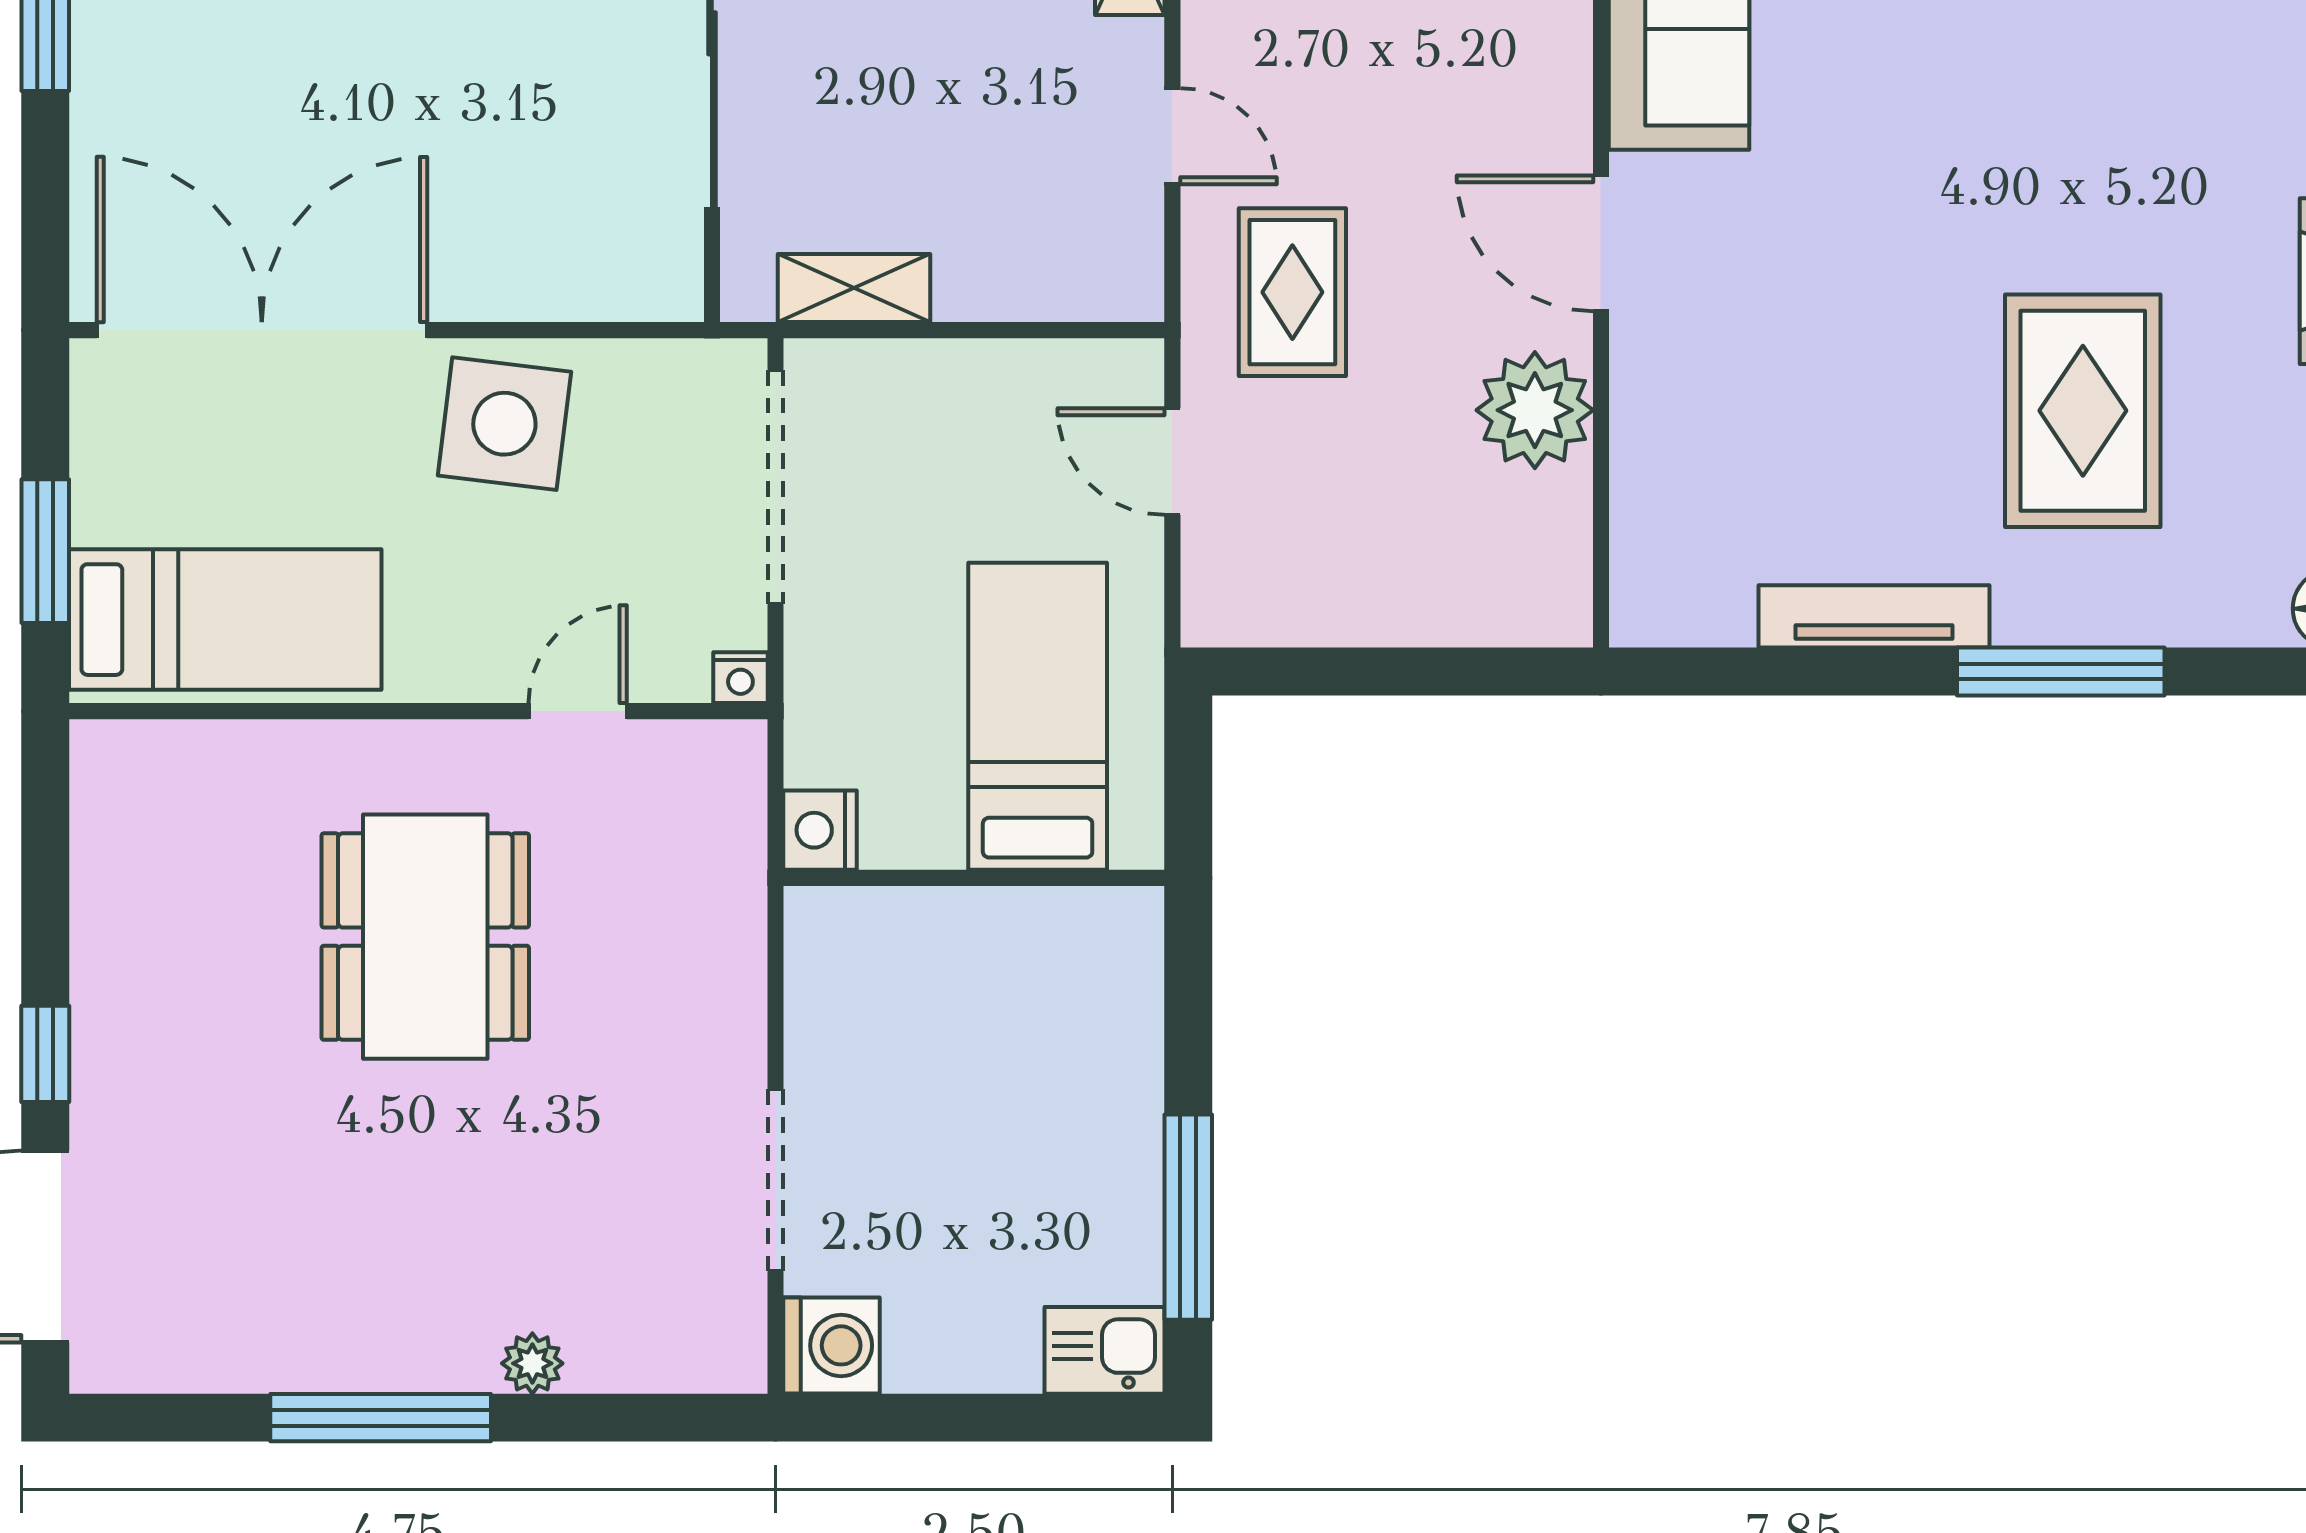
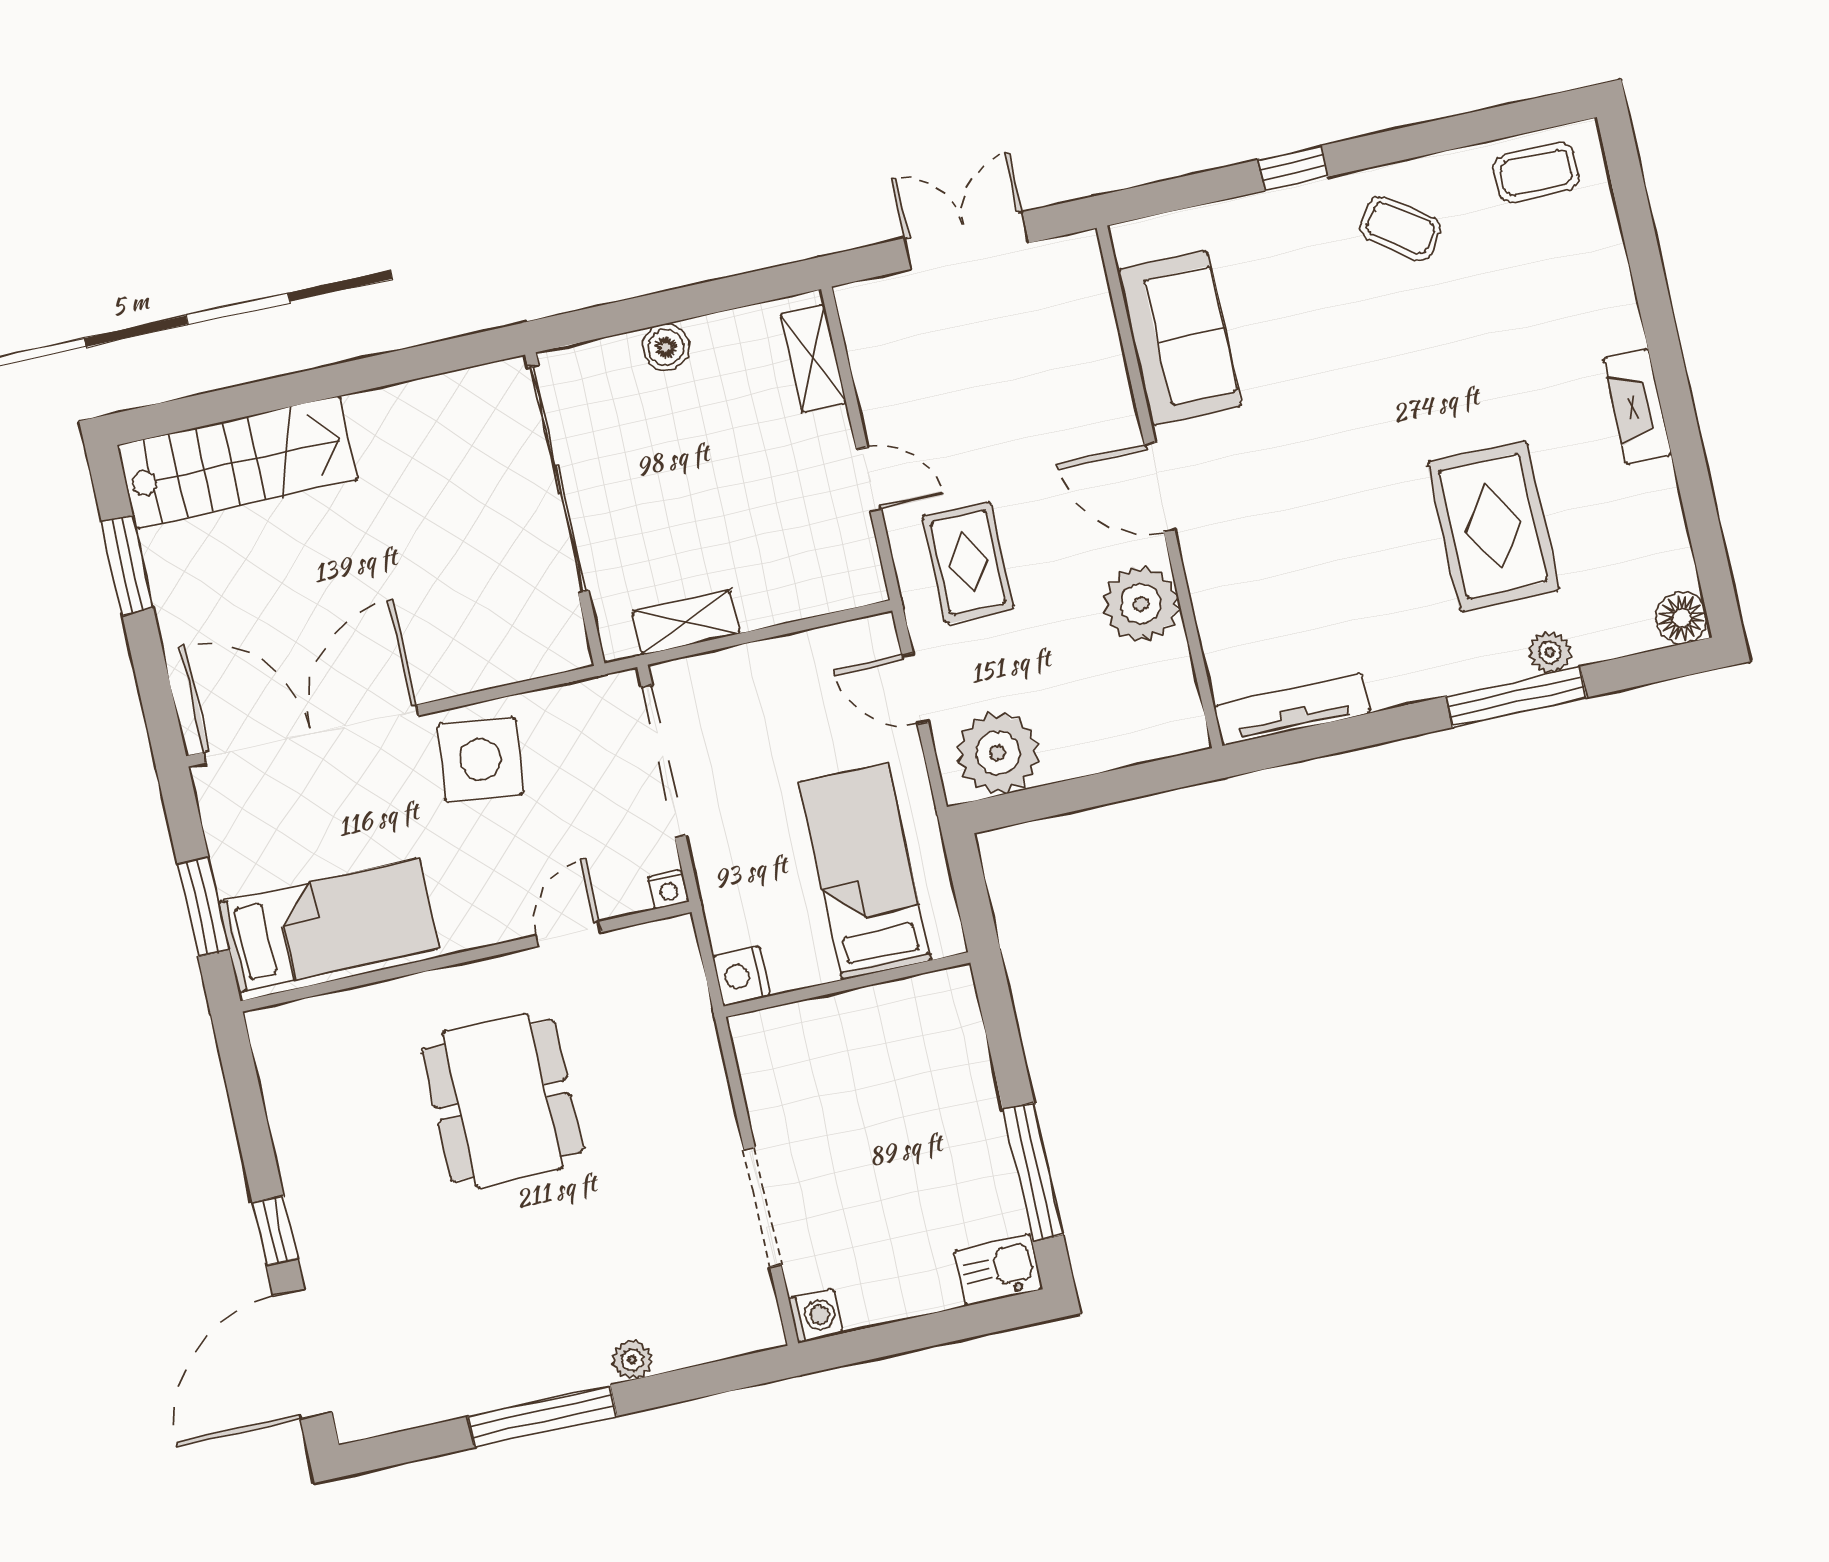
plant: (1274, 584) -> (998, 753), added
tv unit: (1874, 616) -> (1292, 710), moved
plant: (2125, 616) -> (1550, 652), added
washing machine: (832, 1345) -> (815, 1316), width x0.73, depth x0.73

